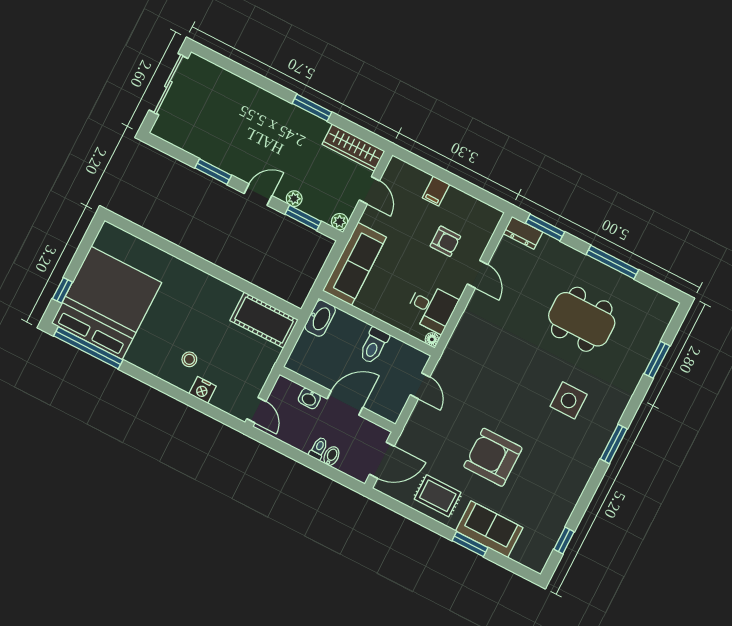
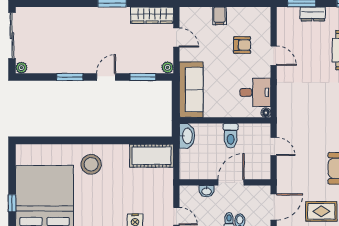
plant: (294, 199) -> (21, 68), moved
dresser: (523, 233) -> (313, 14), moved
stool: (189, 359) -> (91, 164), moved, width x1.89, depth x1.89

